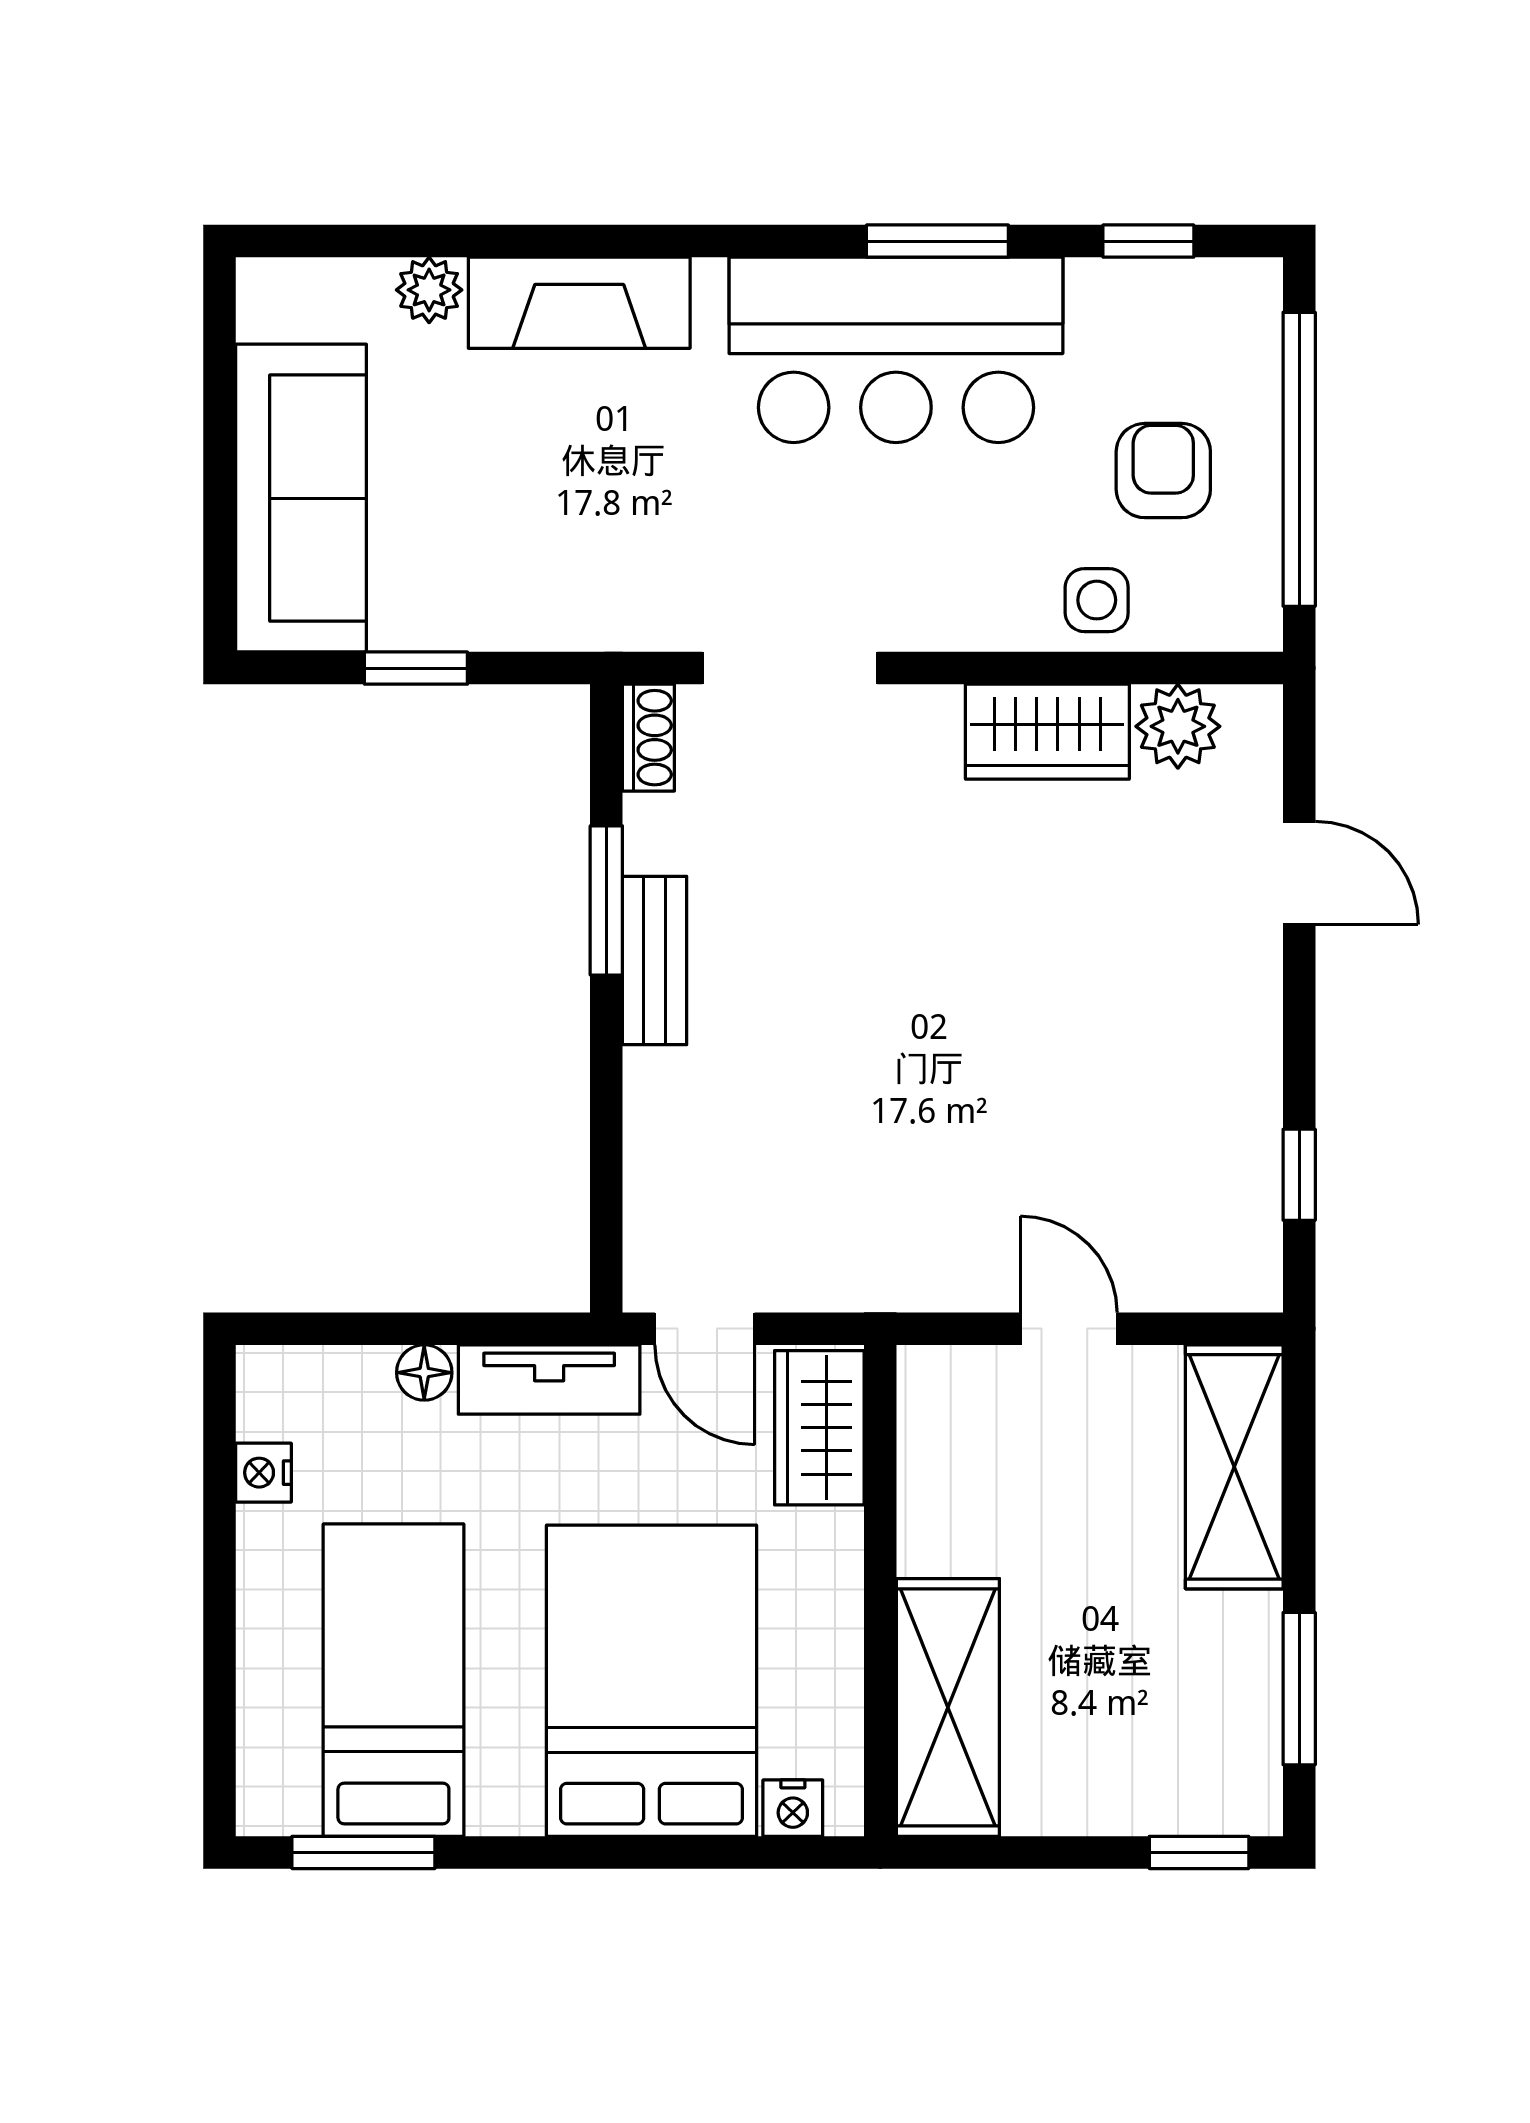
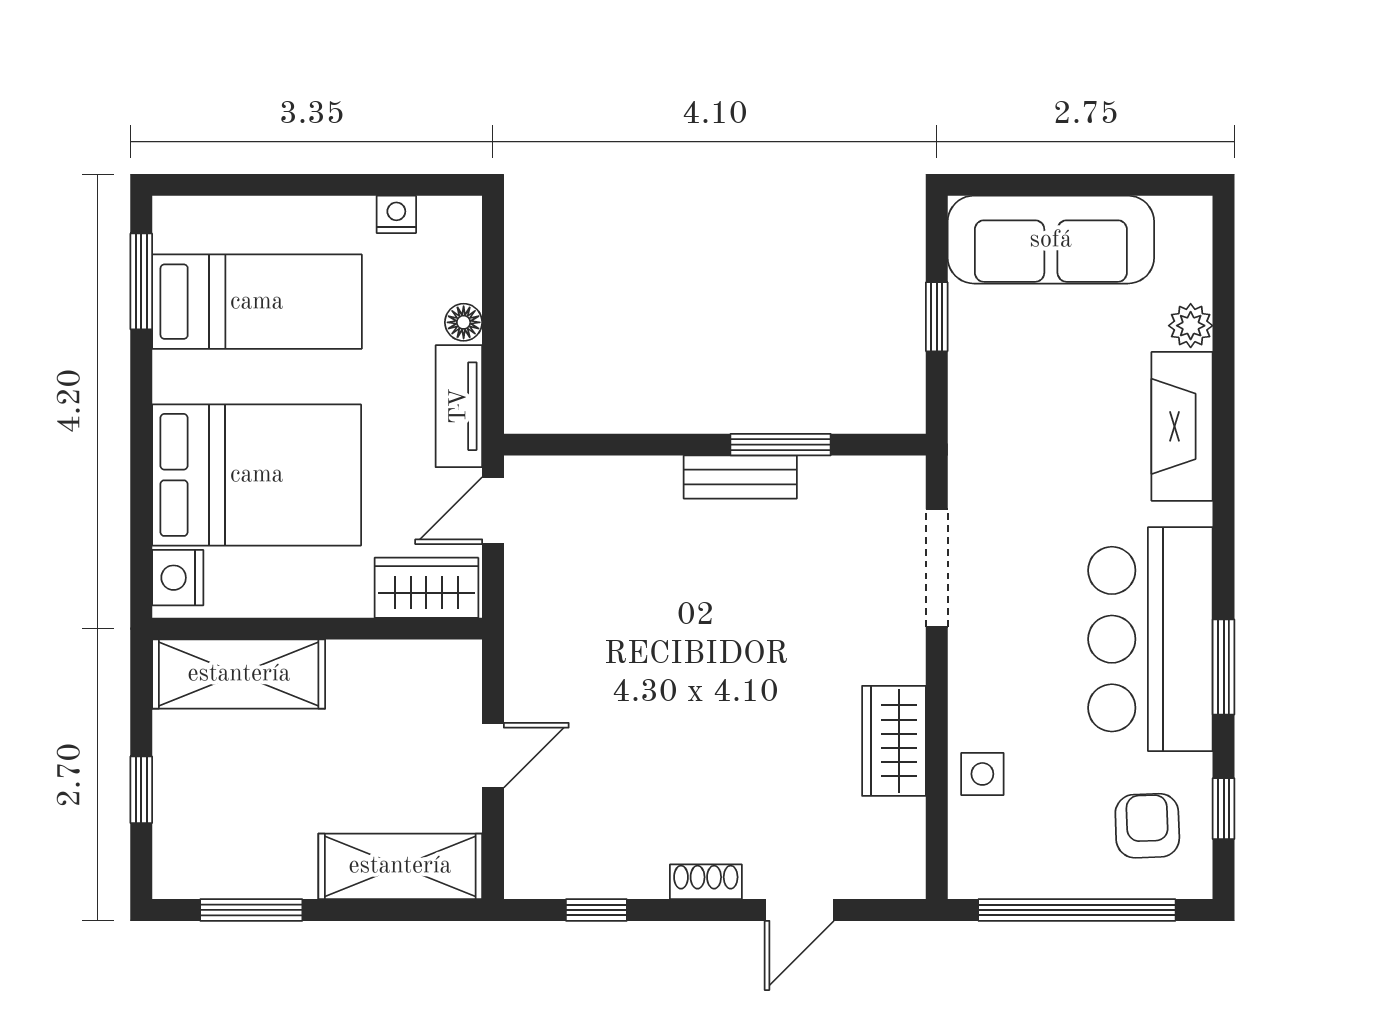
armchair: (1163, 471) -> (1147, 826), moved, turned -92
plant: (1178, 726) -> (898, 828), removed
shoe rack: (648, 738) -> (706, 882), moved, turned 180
nightstand: (793, 1808) -> (178, 578), width x1.39, depth x1.35
window: (1199, 1852) -> (141, 790), moved

